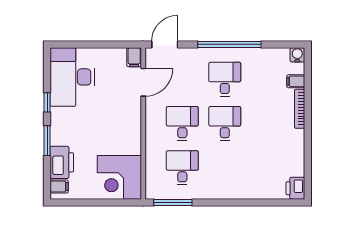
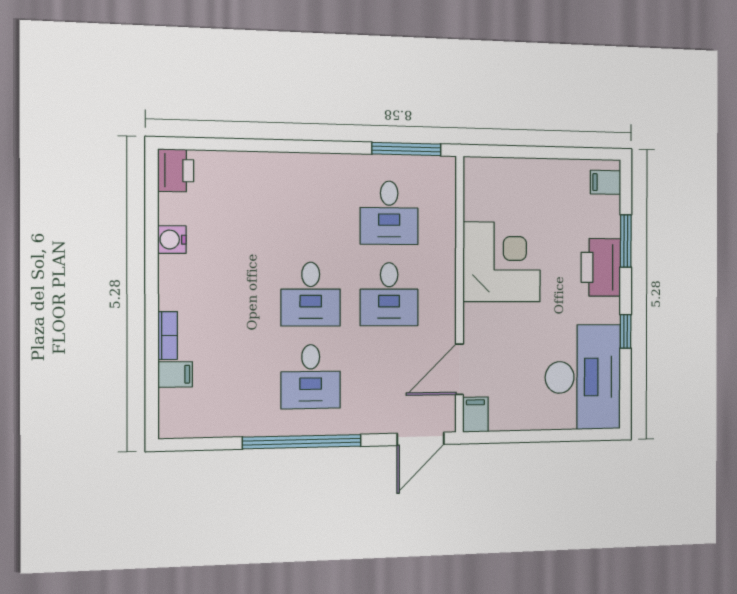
water cooler: (297, 55) -> (172, 240), moved, turned 90
bookcase: (300, 109) -> (168, 336), width x0.64
window: (47, 141) -> (626, 241), moved
printer: (62, 162) -> (601, 267), moved
corner desk: (119, 177) -> (502, 262), moved

